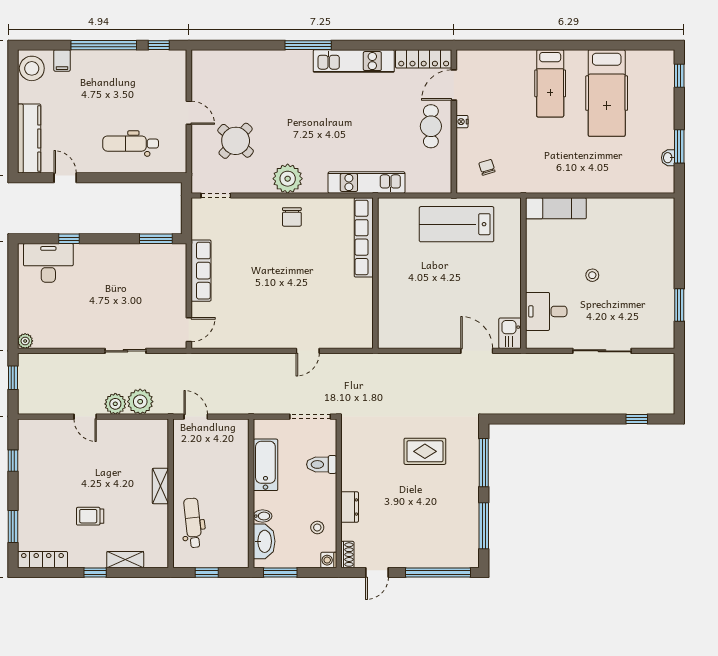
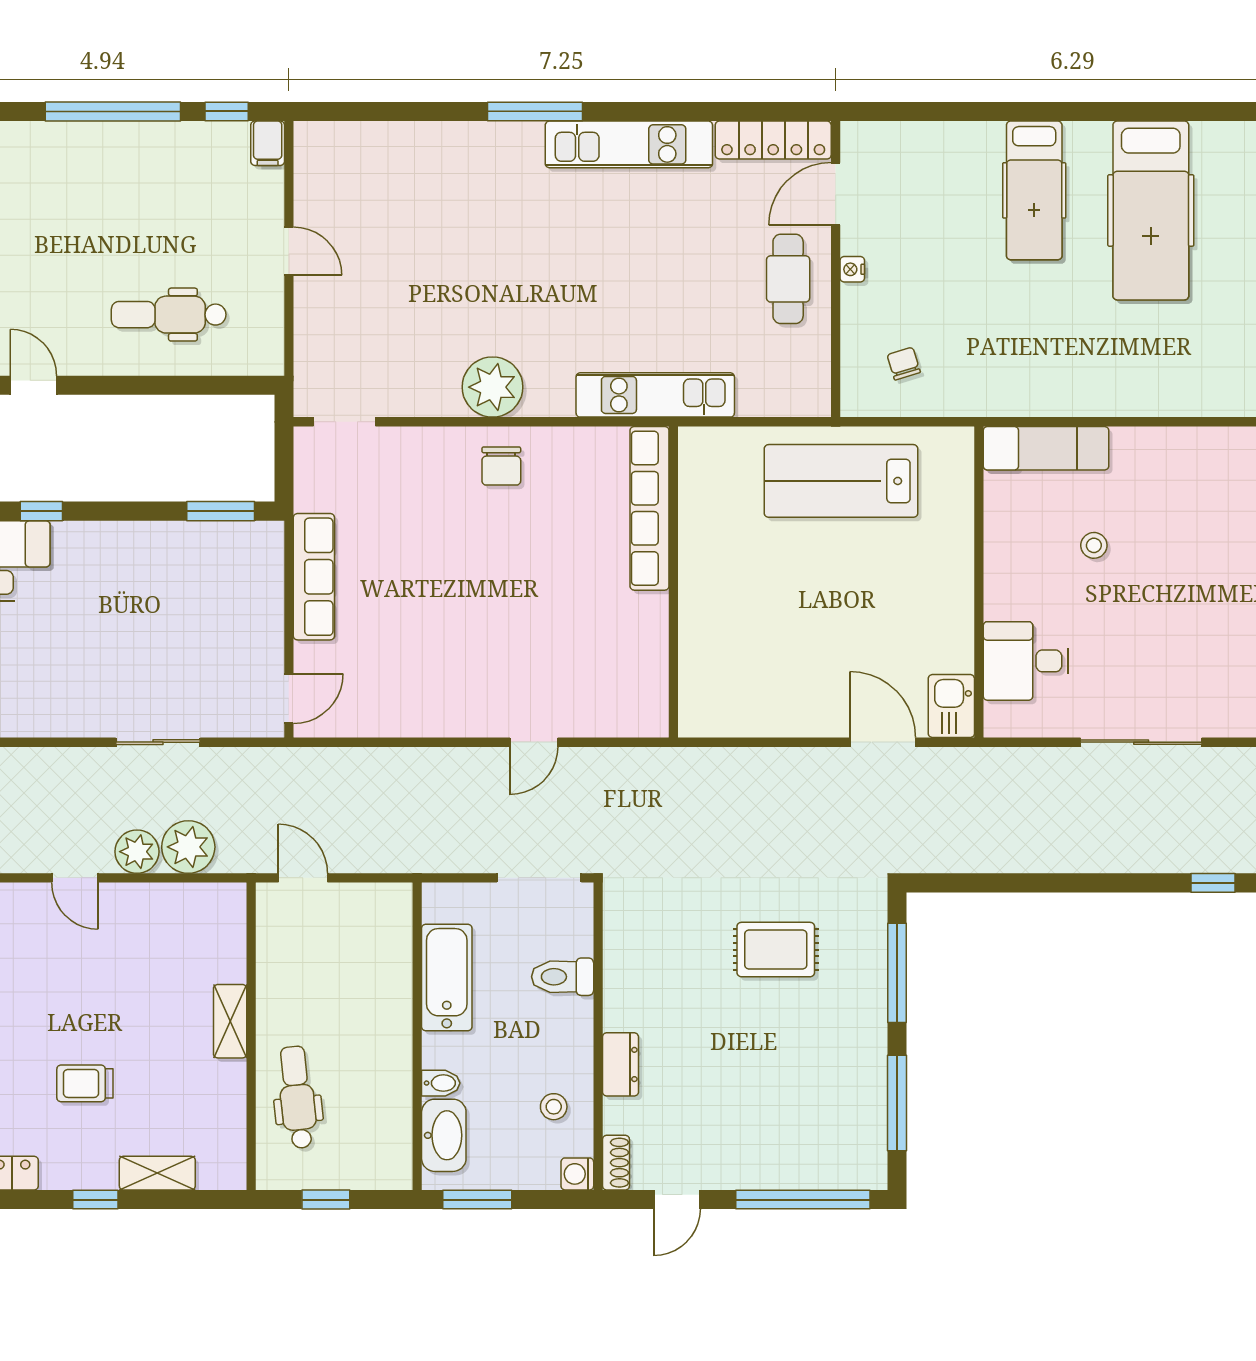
filing cabinet: (62, 60) -> (268, 143), moved
round table: (236, 141) -> (385, 309), removed
stool: (592, 275) -> (1094, 545), moved

